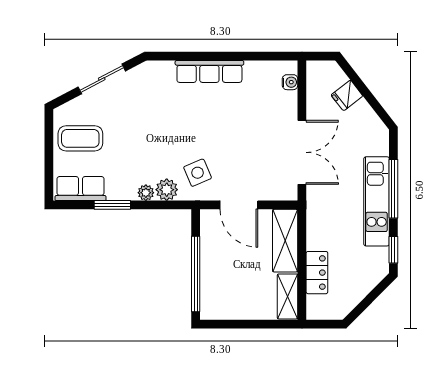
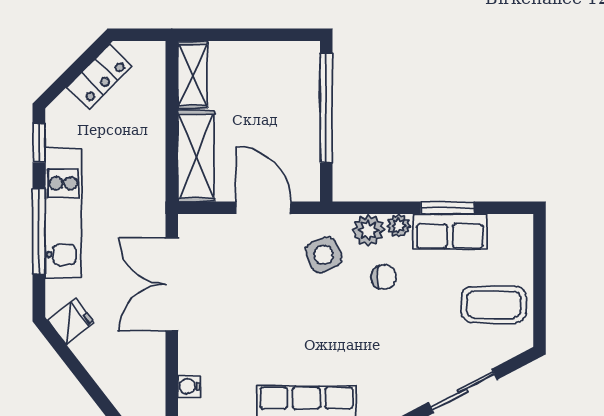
fridge: (347, 95) -> (71, 321), moved
chair: (156, 157) -> (384, 277), added
row of seats: (80, 189) -> (450, 232), moved
locker: (317, 273) -> (99, 76), moved, turned -135

